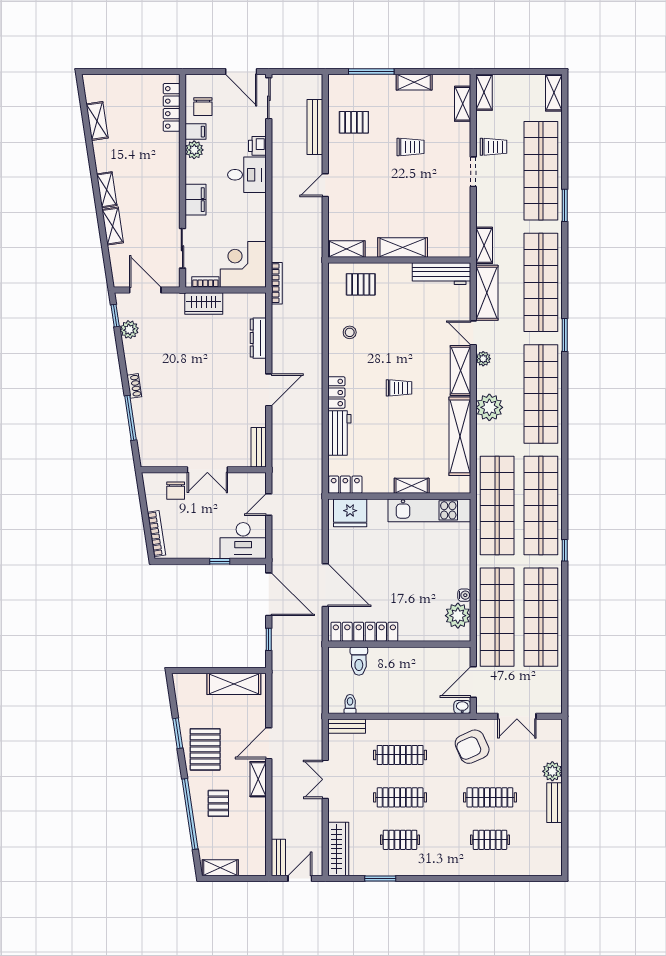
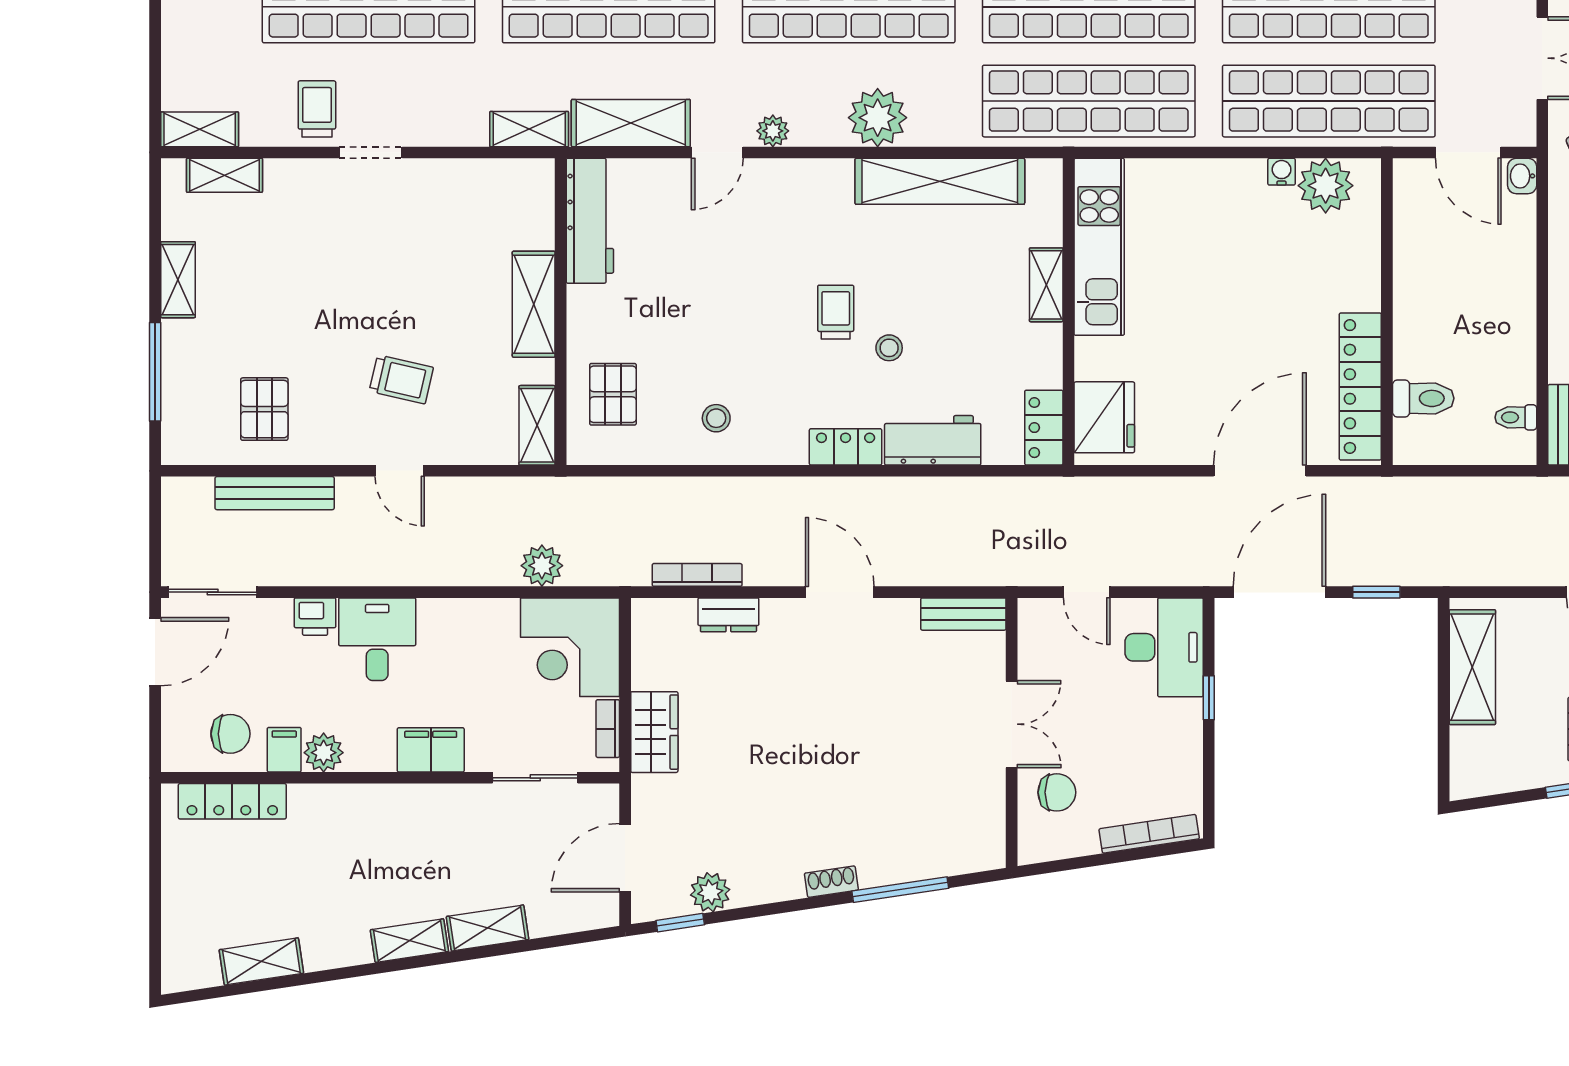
trolley: (410, 147) -> (401, 379), moved, turned 103
plant: (281, 251) -> (542, 566), added
bookcase: (277, 283) -> (697, 575), moved
dresser: (258, 338) -> (728, 615), width x0.70
shelving: (460, 370) -> (798, 180), removed
stool: (382, 413) -> (889, 348), added

